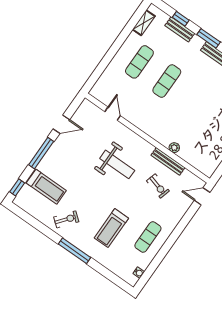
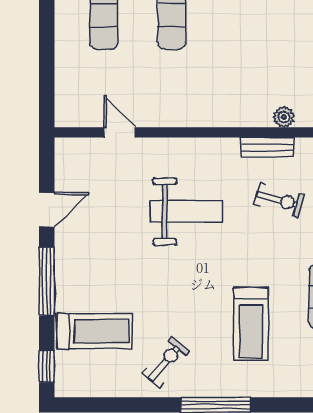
plant: (174, 148) -> (284, 117), moved
bench: (168, 161) -> (267, 147), width x0.73

